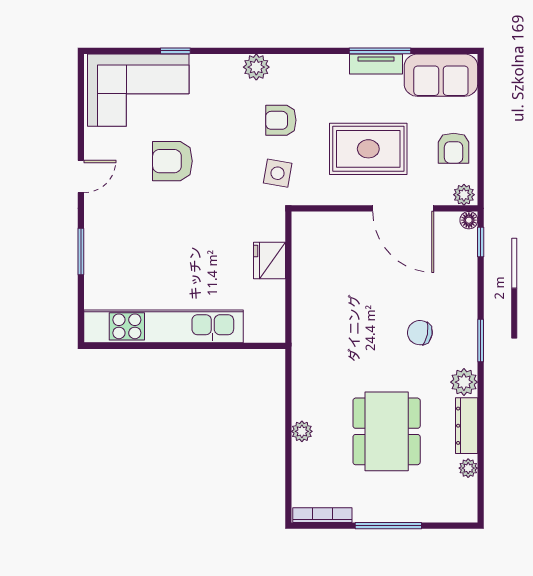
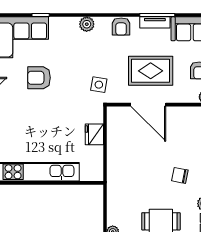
armchair: (281, 120) -> (121, 27), moved, turned -90
door: (403, 208) -> (148, 105), moved

